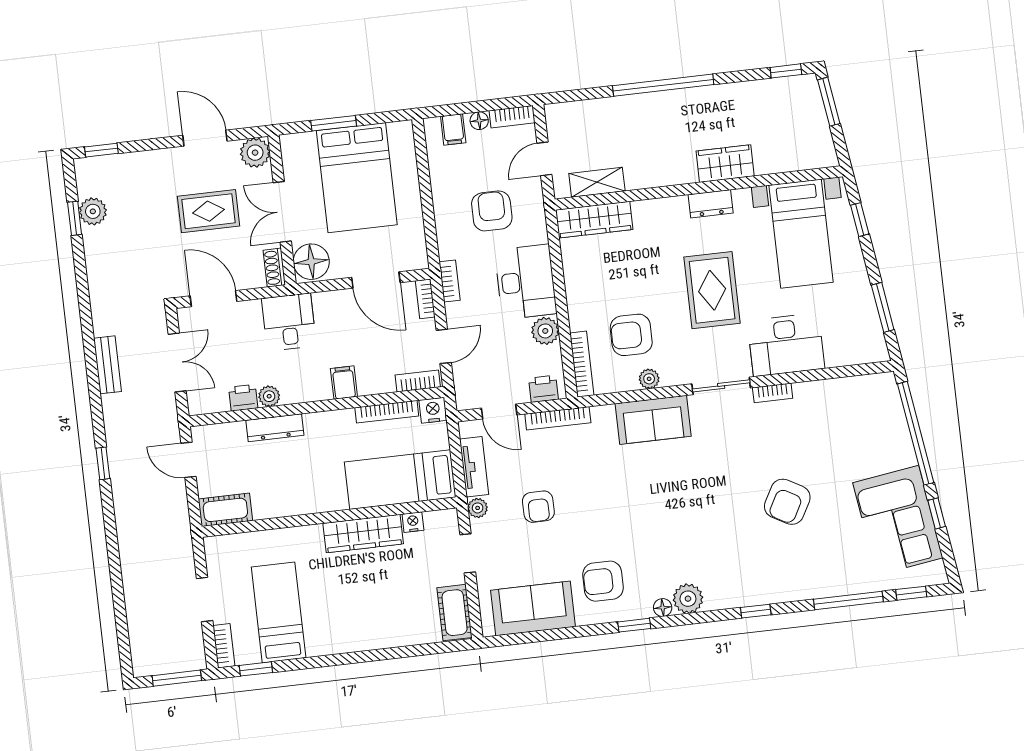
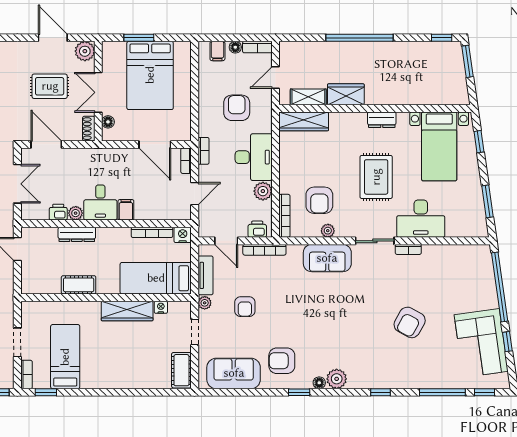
wardrobe: (725, 164) -> (346, 94), moved
floor lamp: (311, 262) -> (108, 122), width x0.53, depth x0.53
desk: (289, 322) -> (100, 202), moved, turned 180
armchair: (631, 335) -> (319, 200), turned -90
bookcase: (418, 381) -> (175, 214), removed
cot: (225, 510) -> (79, 285), moved

